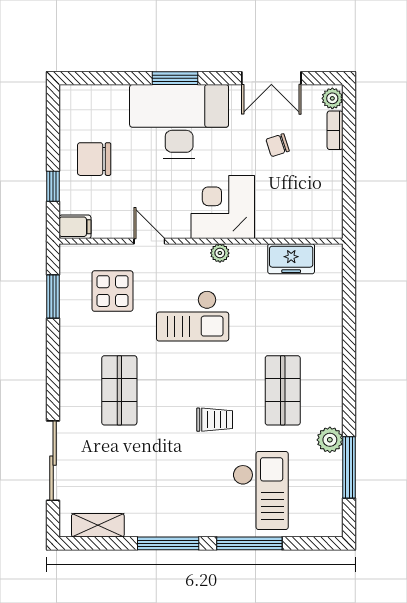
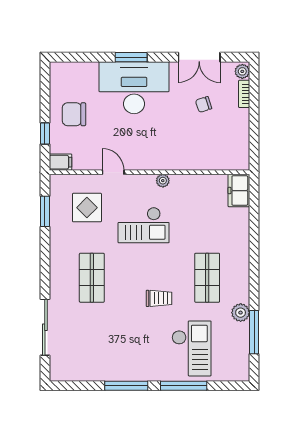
corner desk: (223, 207) -> (165, 148), removed
freezer: (291, 259) -> (239, 191), moved, turned 90
shelving: (98, 525) -> (77, 373), removed

